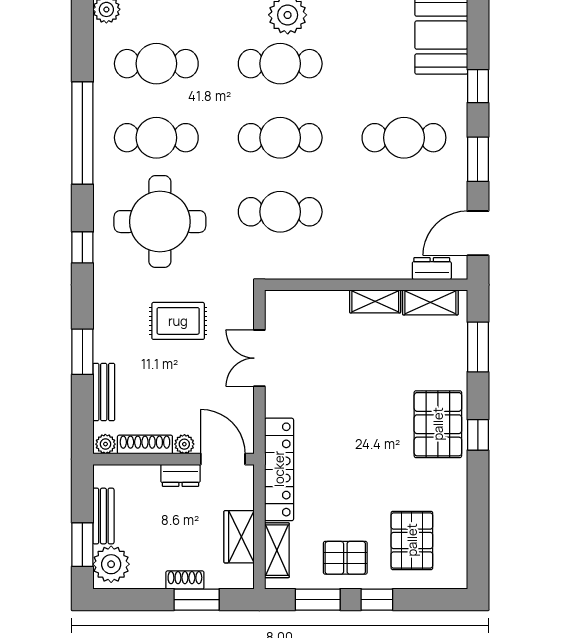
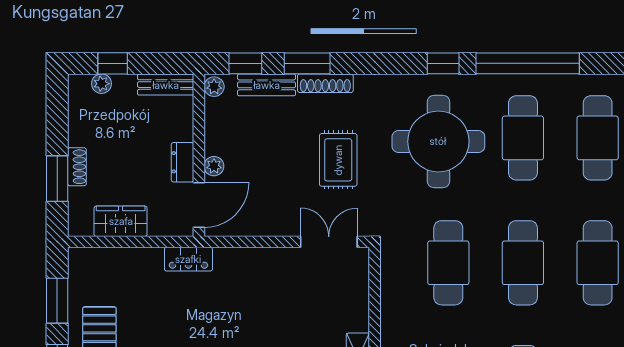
window: (82, 247) -> (443, 63), moved
double door: (259, 358) -> (329, 242), moved
window: (82, 413) -> (245, 63), added
shoe rack: (145, 445) -> (325, 83), moved, turned 90
locker: (279, 469) -> (188, 259), width x0.46, depth x0.83
bench: (103, 516) -> (166, 85), moved
window: (82, 545) -> (113, 63), width x0.67
shelving: (277, 550) -> (107, 259), removed
plant: (111, 564) -> (102, 84), width x0.53, depth x0.53

